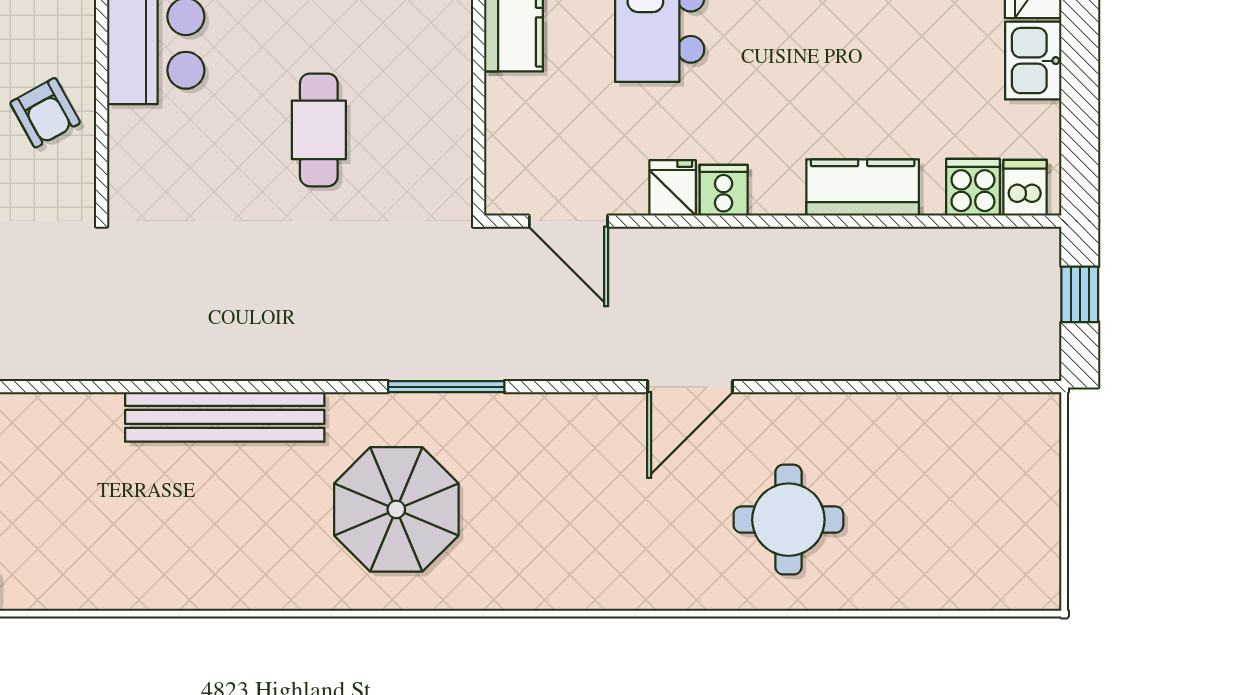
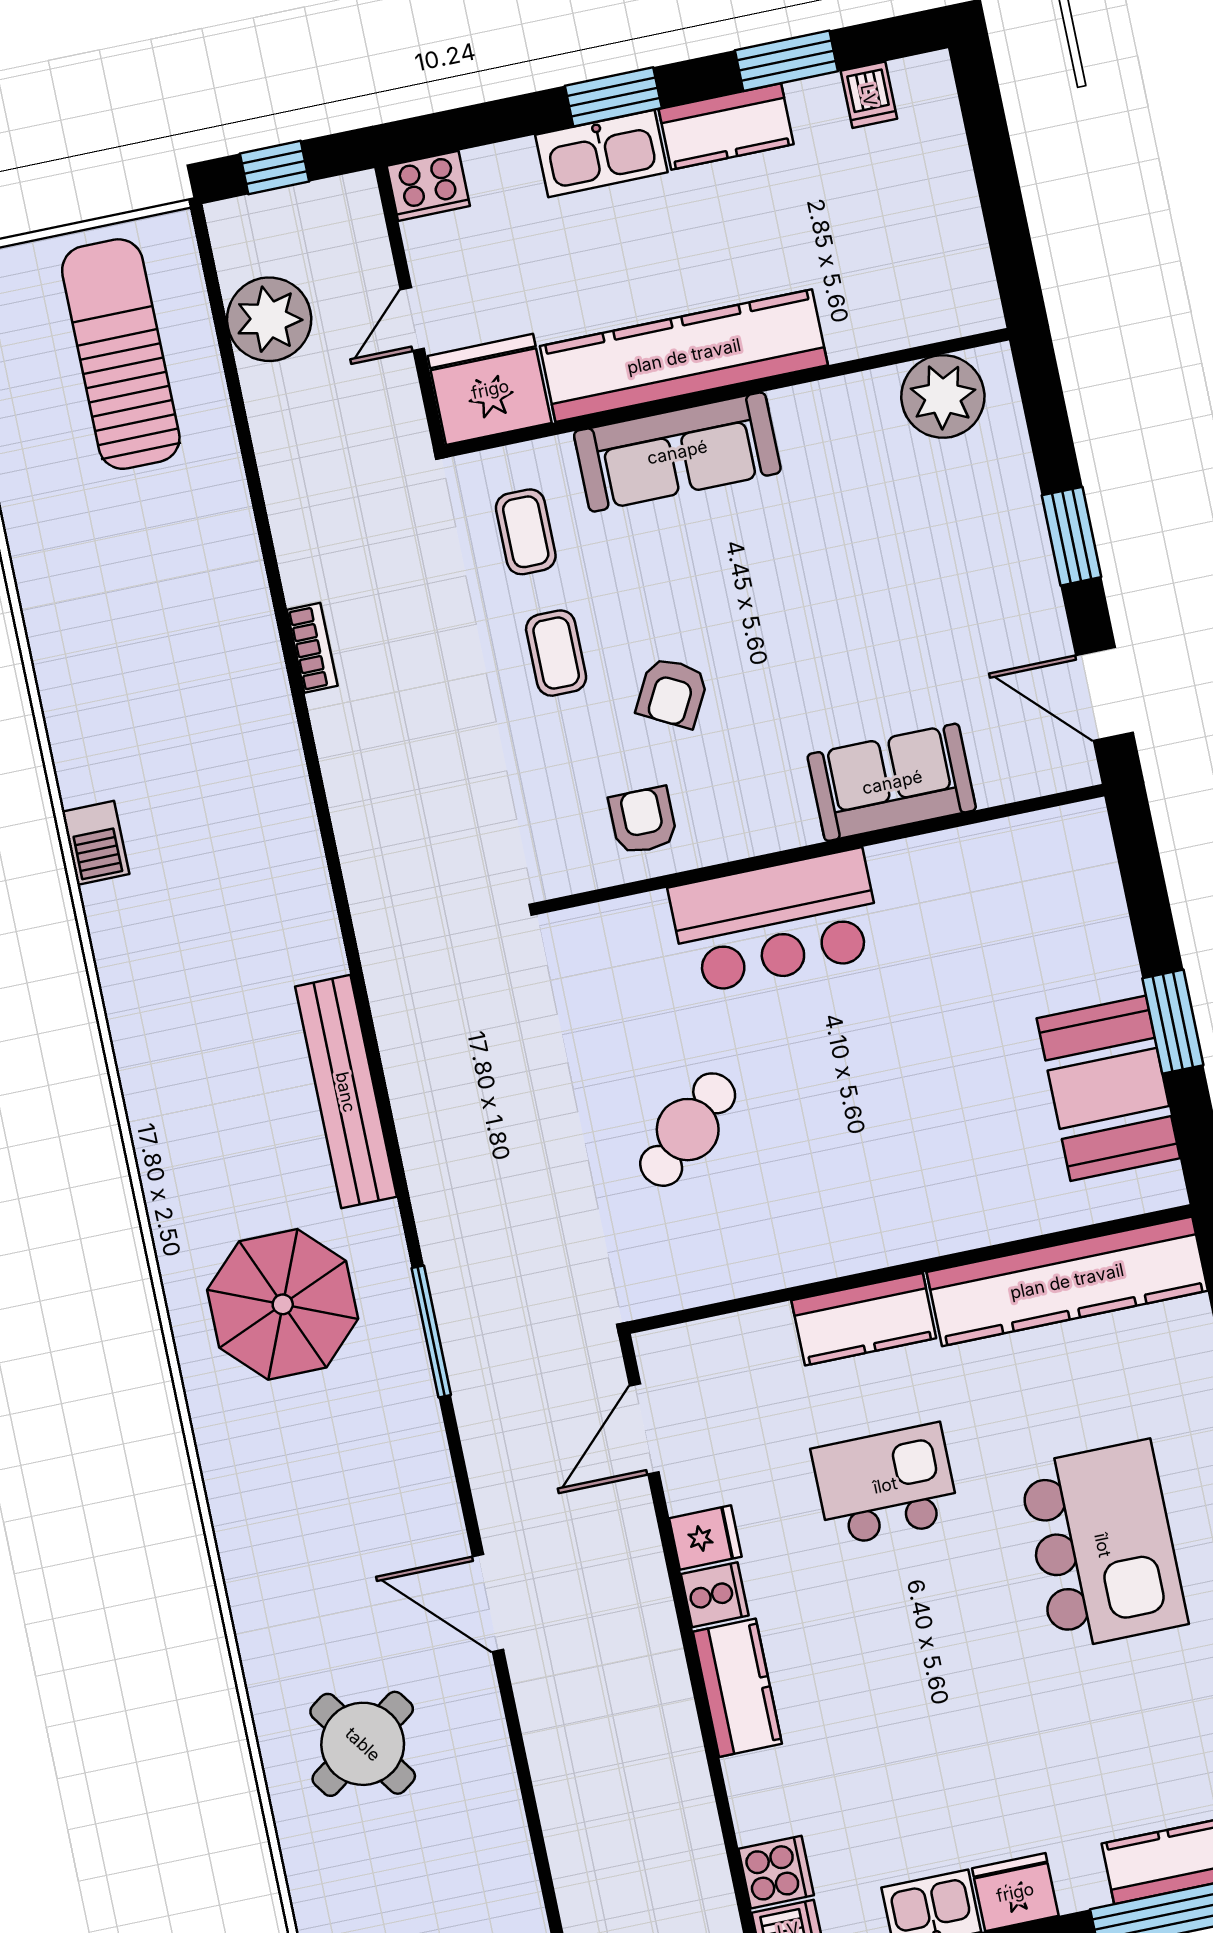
armchair: (45, 113) -> (643, 820), turned 119
cafe table: (319, 130) -> (688, 1130), turned -42
kitchen counter: (863, 187) -> (737, 1688), moved
round table: (788, 520) -> (363, 1744), turned -35

